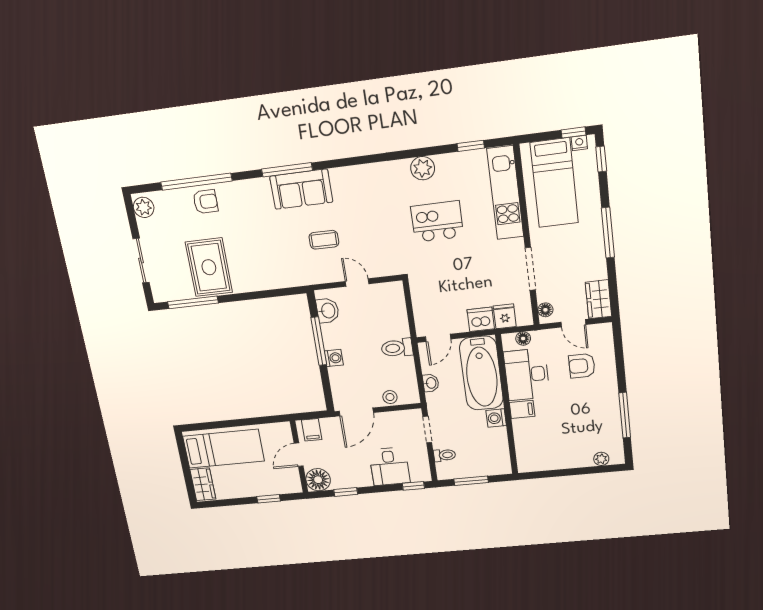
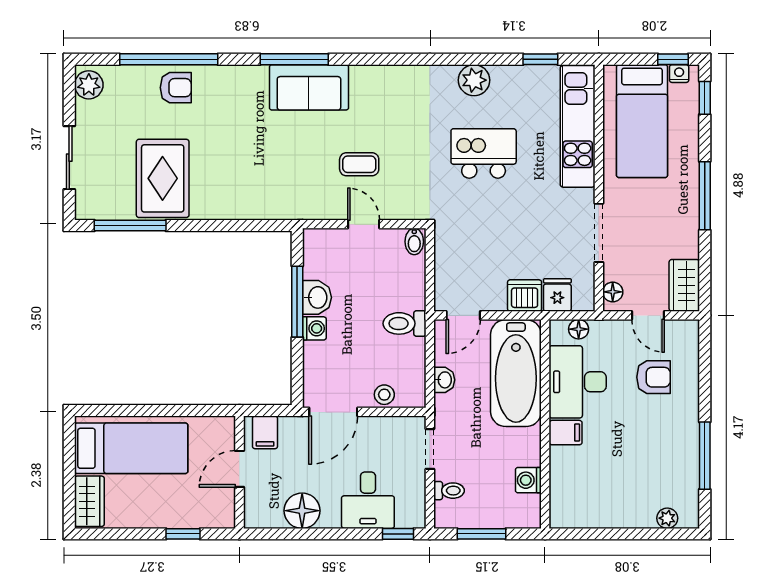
coffee table: (324, 240) -> (359, 164), moved
bidet: (395, 291) -> (414, 242), added
washbasin: (328, 311) -> (317, 297), moved
armchair: (582, 366) -> (654, 377), turned 180
washing machine: (496, 418) -> (528, 480), moved
floor lamp: (318, 480) -> (302, 511), moved
window: (346, 492) -> (298, 534), removed

